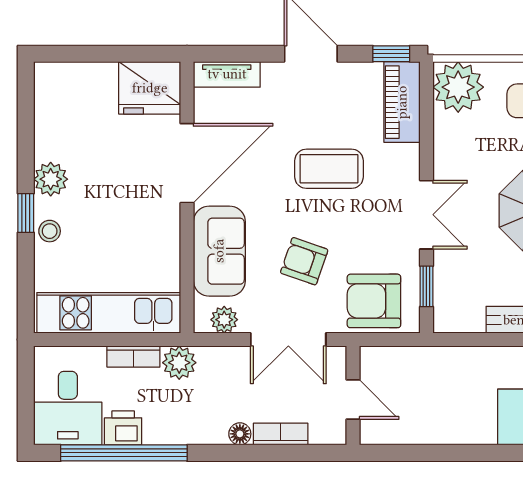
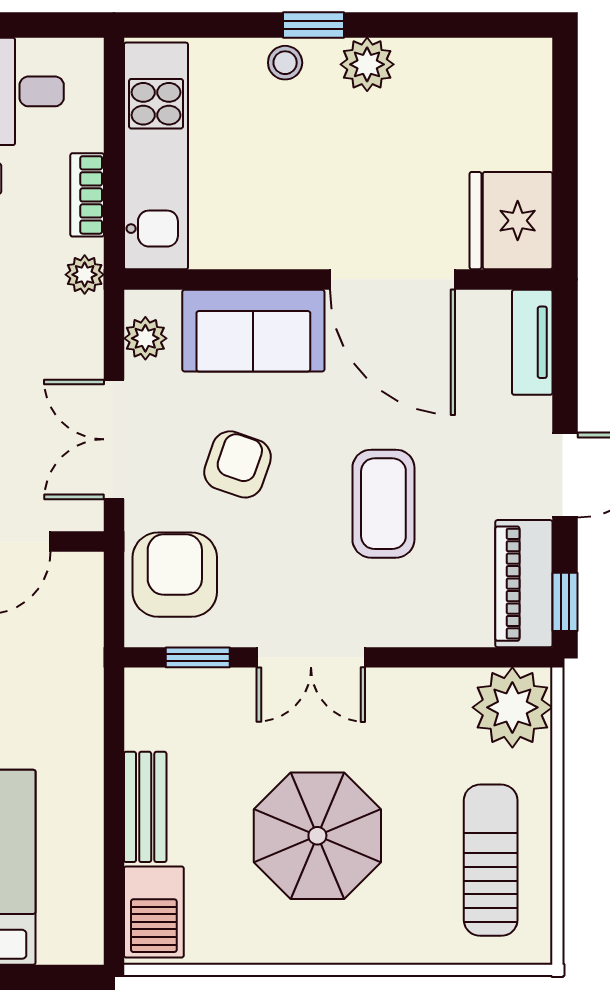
piano: (402, 102) -> (524, 584), moved, turned -90
plant: (179, 363) -> (85, 275), width x0.73, depth x0.73

